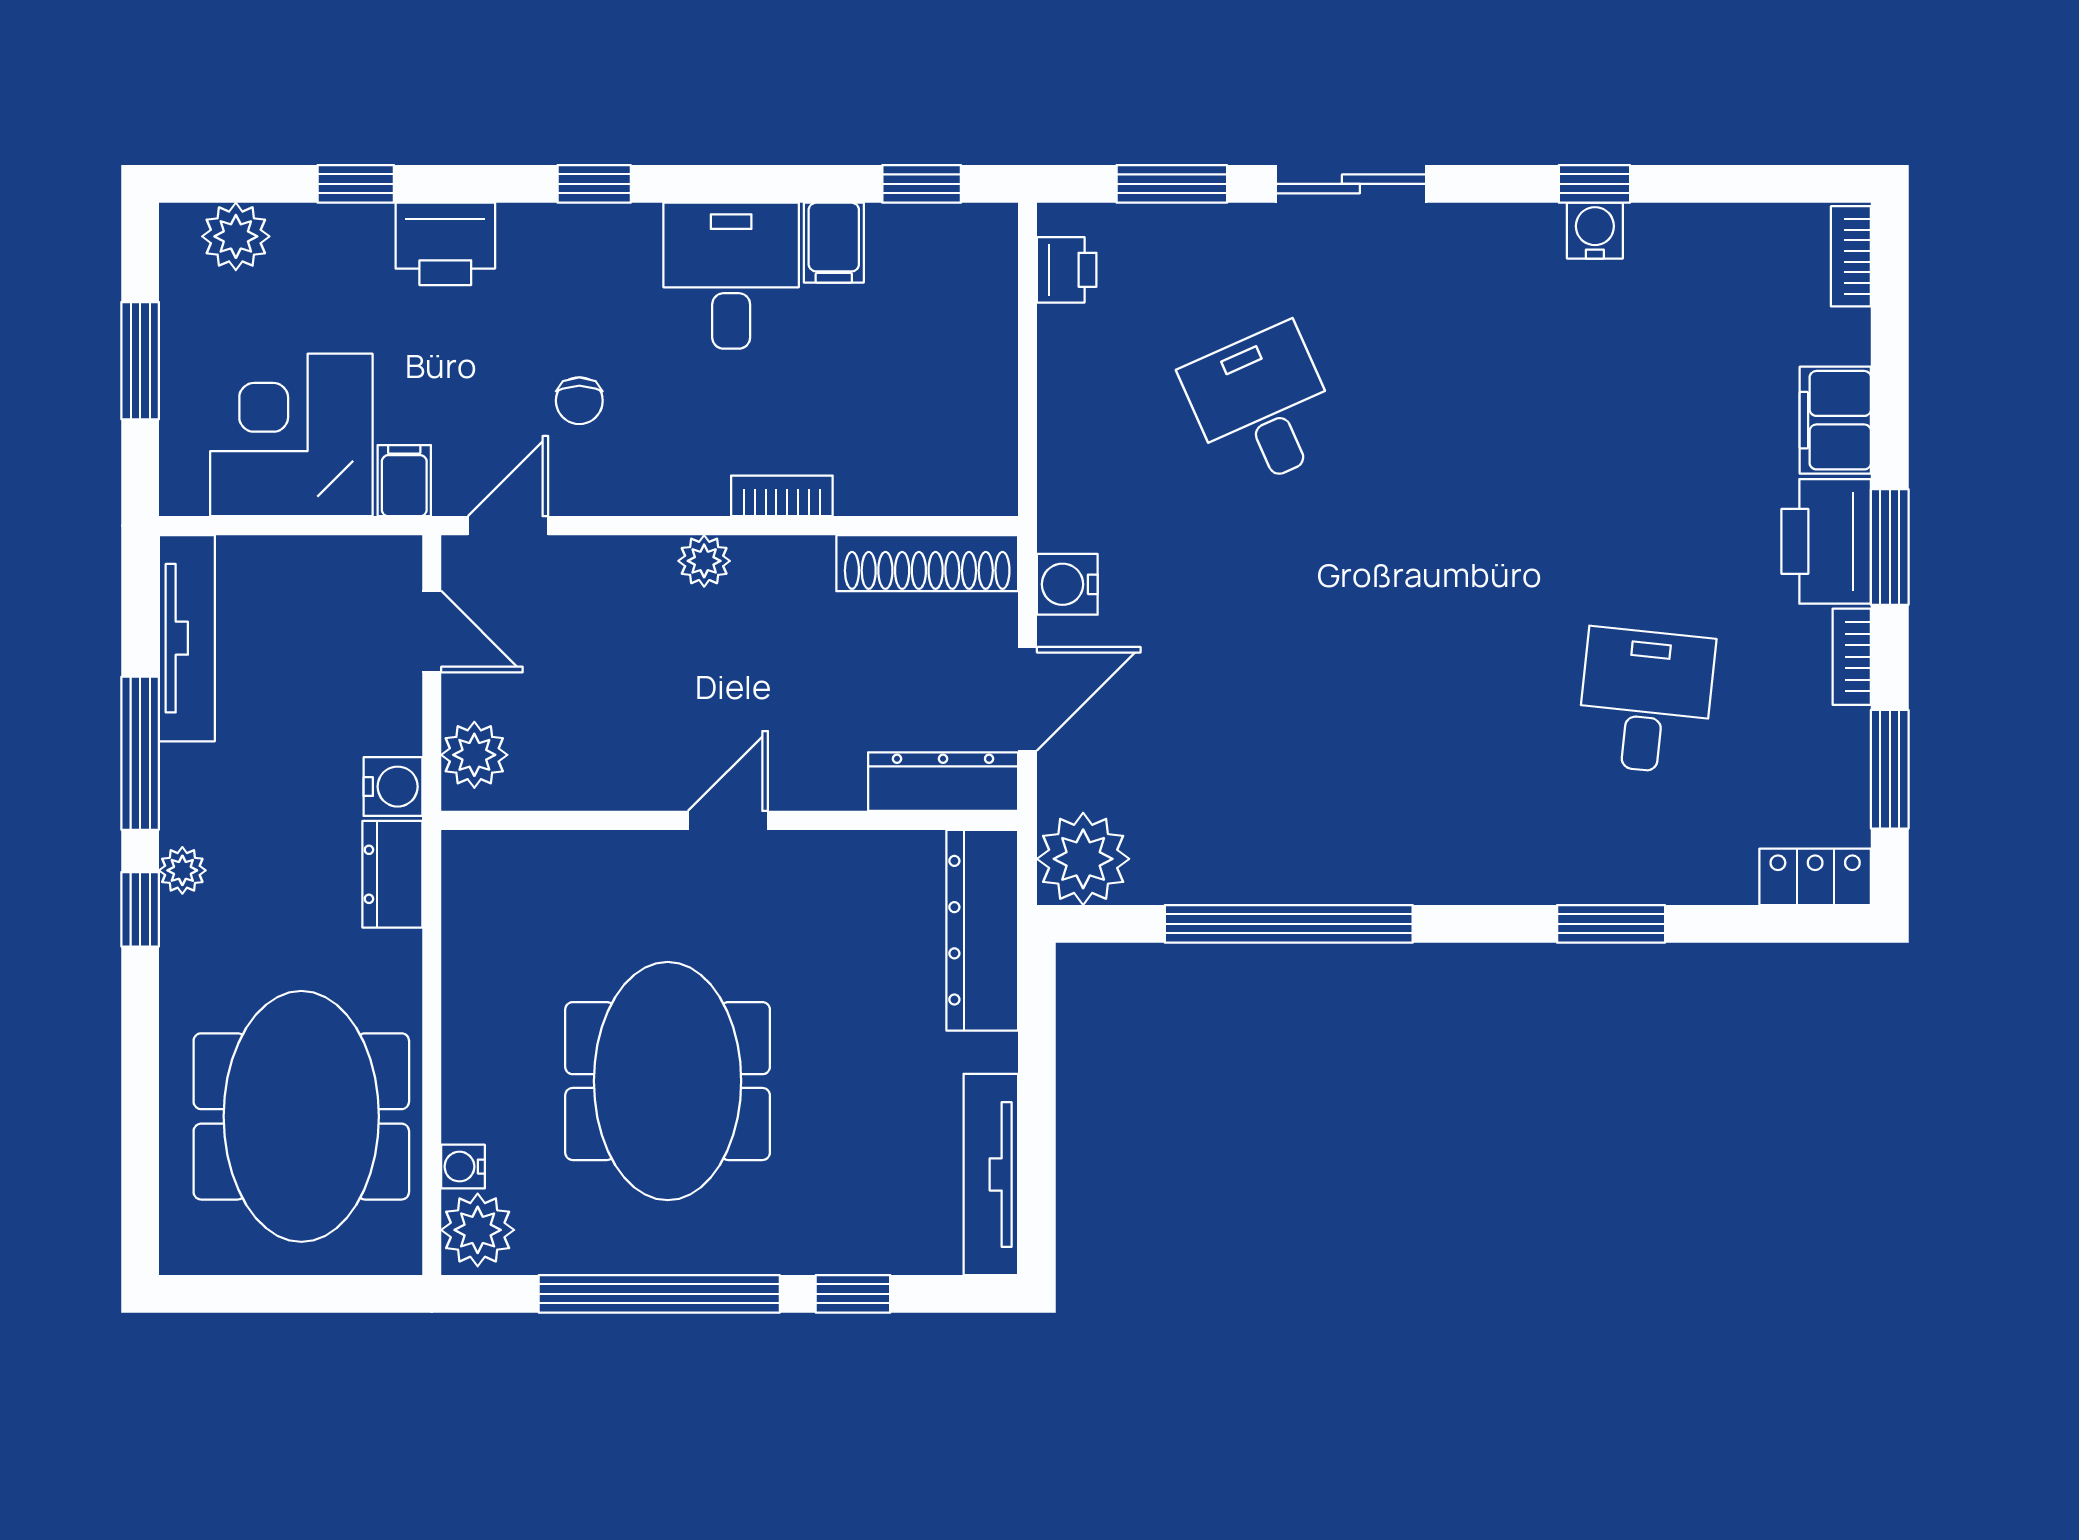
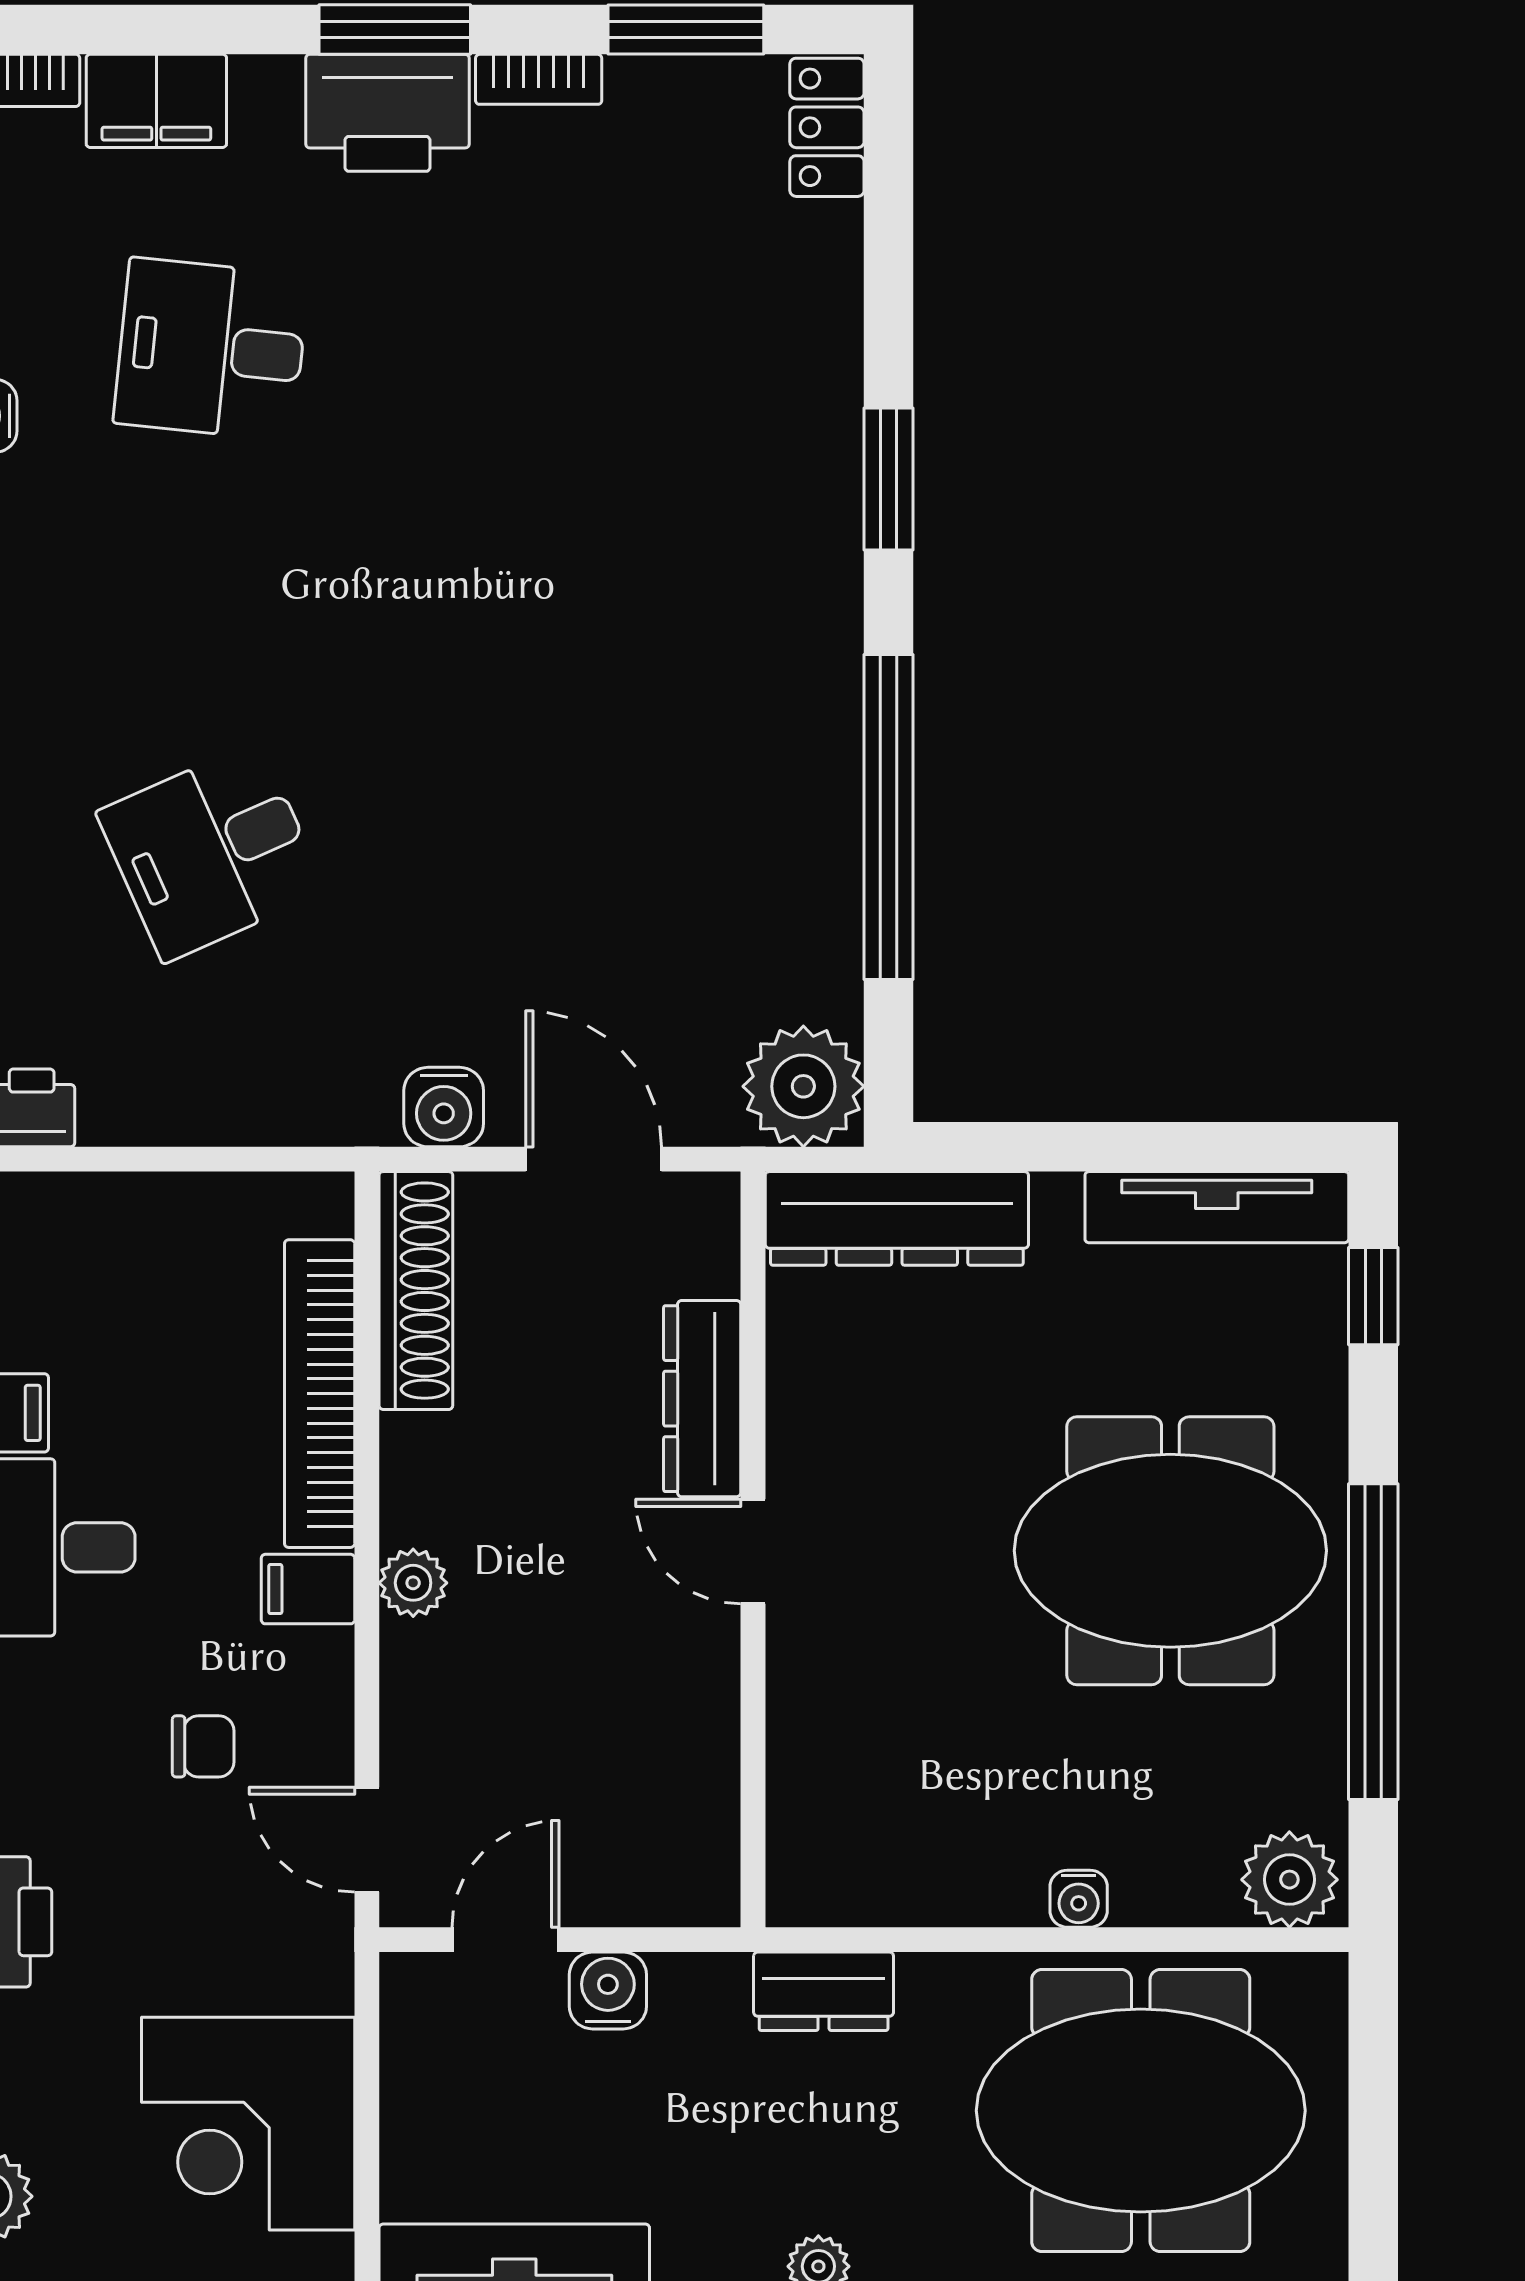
filing cabinet: (1835, 420) -> (156, 101), moved
filing cabinet: (404, 481) -> (308, 1589), moved
bookcase: (782, 496) -> (320, 1394), width x2.31, depth x1.31
desk: (1646, 701) -> (211, 349), moved
plant: (474, 755) -> (667, 1884), removed
dresser: (943, 782) -> (702, 1399), moved
water cooler: (393, 787) -> (608, 1990), moved
window: (1611, 924) -> (889, 479), moved
meeting table: (668, 1081) -> (1170, 1551), moved
water cooler: (463, 1167) -> (1079, 1899), moved
window: (853, 1294) -> (1373, 1296), moved

